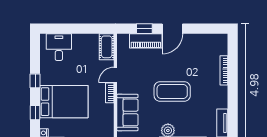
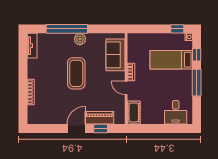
door: (115, 75) -> (126, 88), swing flipped
window: (35, 81) -> (197, 83), width x2.17
coffee table: (172, 91) -> (76, 73), turned 90
bed: (64, 102) -> (171, 60), width x0.67

